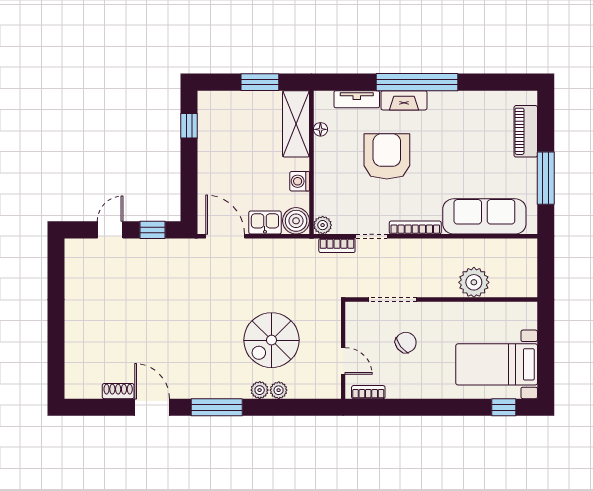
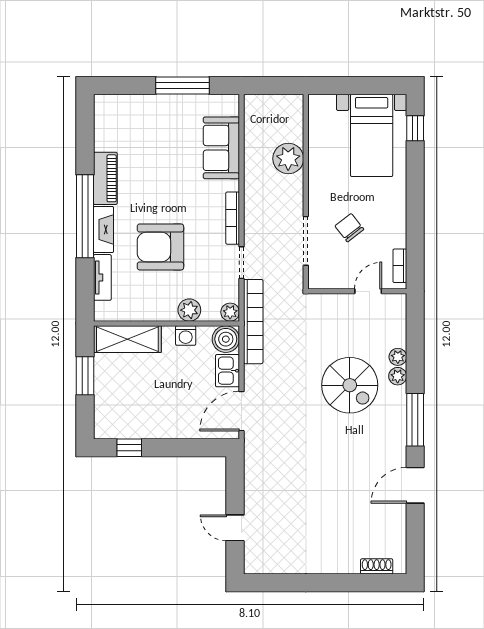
floor lamp: (320, 129) -> (133, 314), removed
piano: (526, 131) -> (105, 178), moved, turned -90
plant: (325, 185) -> (189, 310), added
sofa: (484, 216) -> (221, 148), width x0.73
window: (152, 230) -> (235, 485), removed
bookcase: (337, 246) -> (253, 322), width x2.31, depth x1.31
spiral stairs: (272, 340) -> (350, 385), moved
shoe rack: (118, 391) -> (377, 566), moved, turned 90

